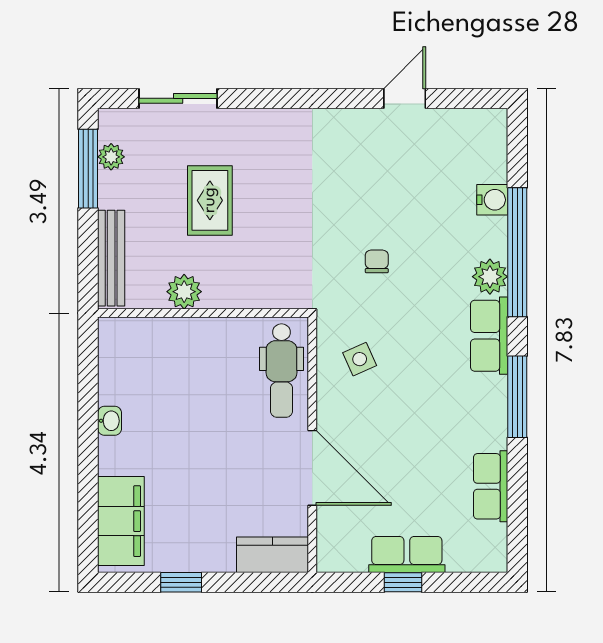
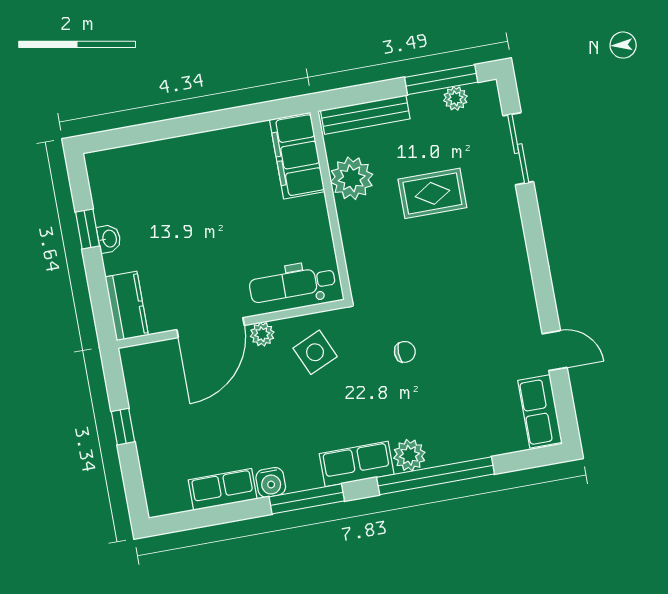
water cooler: (492, 200) -> (271, 482), moved
plant: (184, 292) -> (352, 178), width x1.36, depth x1.36
side table: (360, 359) -> (315, 352), width x1.37, depth x1.37
plant: (330, 413) -> (262, 334), added
washbasin: (110, 421) -> (109, 239), moved, turned -90
filing cabinet: (121, 521) -> (297, 156), moved, turned 90
row of seats: (407, 555) -> (540, 411), moved, turned 180

